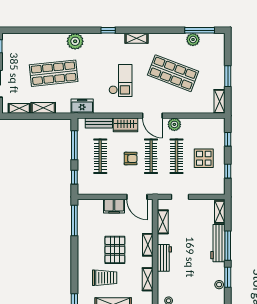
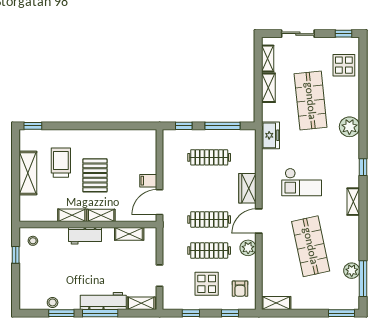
display table: (25, 46) -> (344, 65), added
shop shelf: (173, 73) -> (311, 246), turned -33
window: (228, 76) -> (342, 313), moved
bench: (99, 123) -> (250, 156), removed
armchair: (131, 159) -> (240, 289), moved
doorway: (180, 197) -> (160, 276), moved
filing cabinet: (114, 206) -> (148, 181), width x0.50
window: (74, 220) -> (131, 126), removed
pallet: (115, 250) -> (95, 175), turned 90
trolley: (105, 278) -> (61, 163), turned 180
shelving: (148, 279) -> (72, 215), moved

